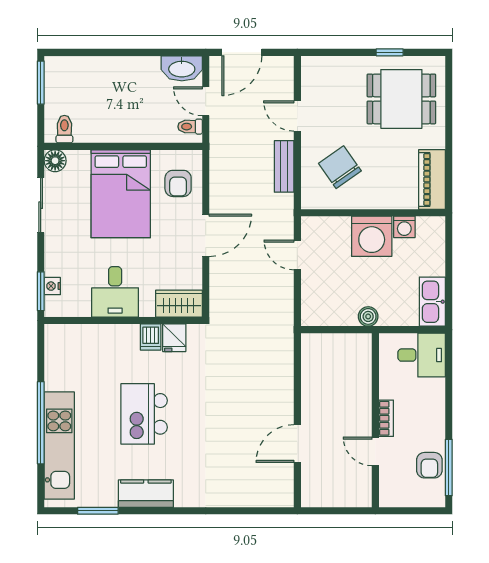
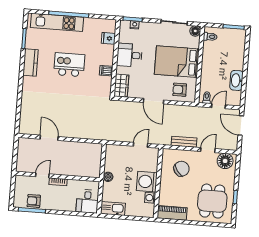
washbasin: (182, 68) -> (236, 80), moved
floor lamp: (317, 79) -> (225, 161), added
fridge: (174, 338) -> (108, 38), moved

